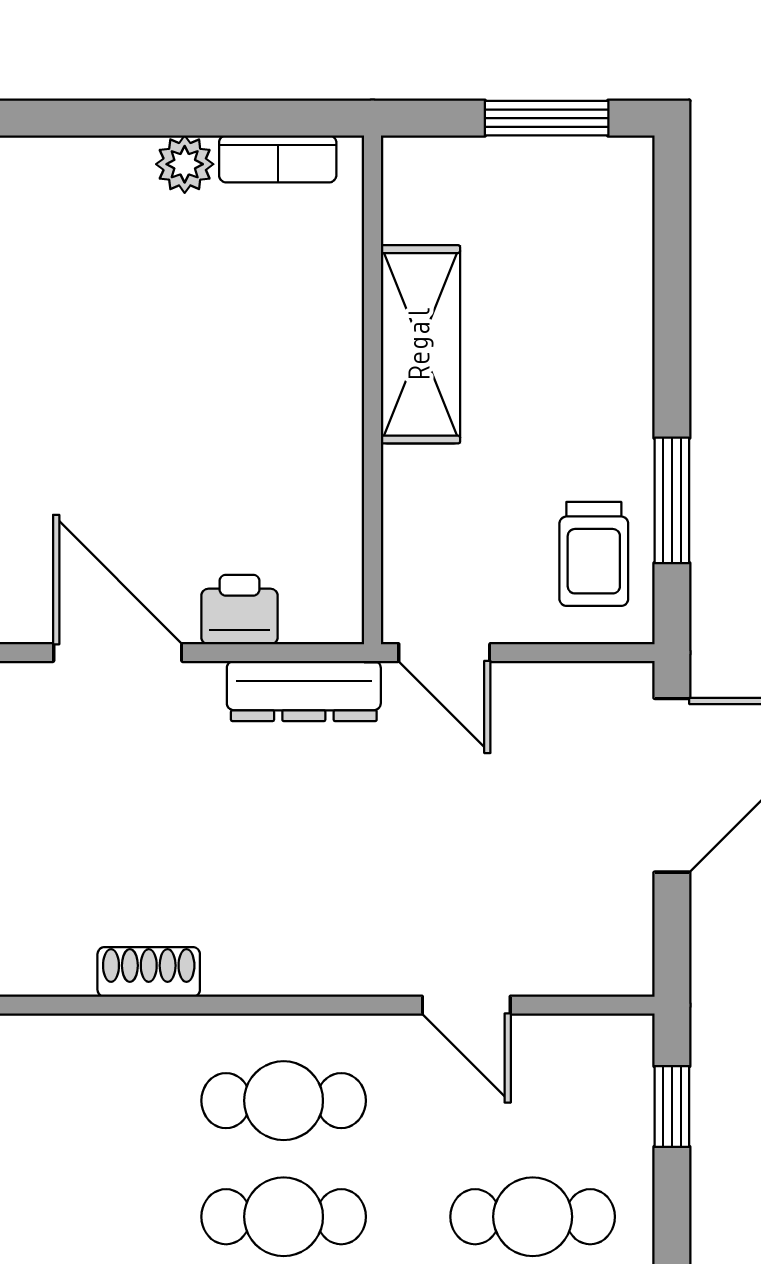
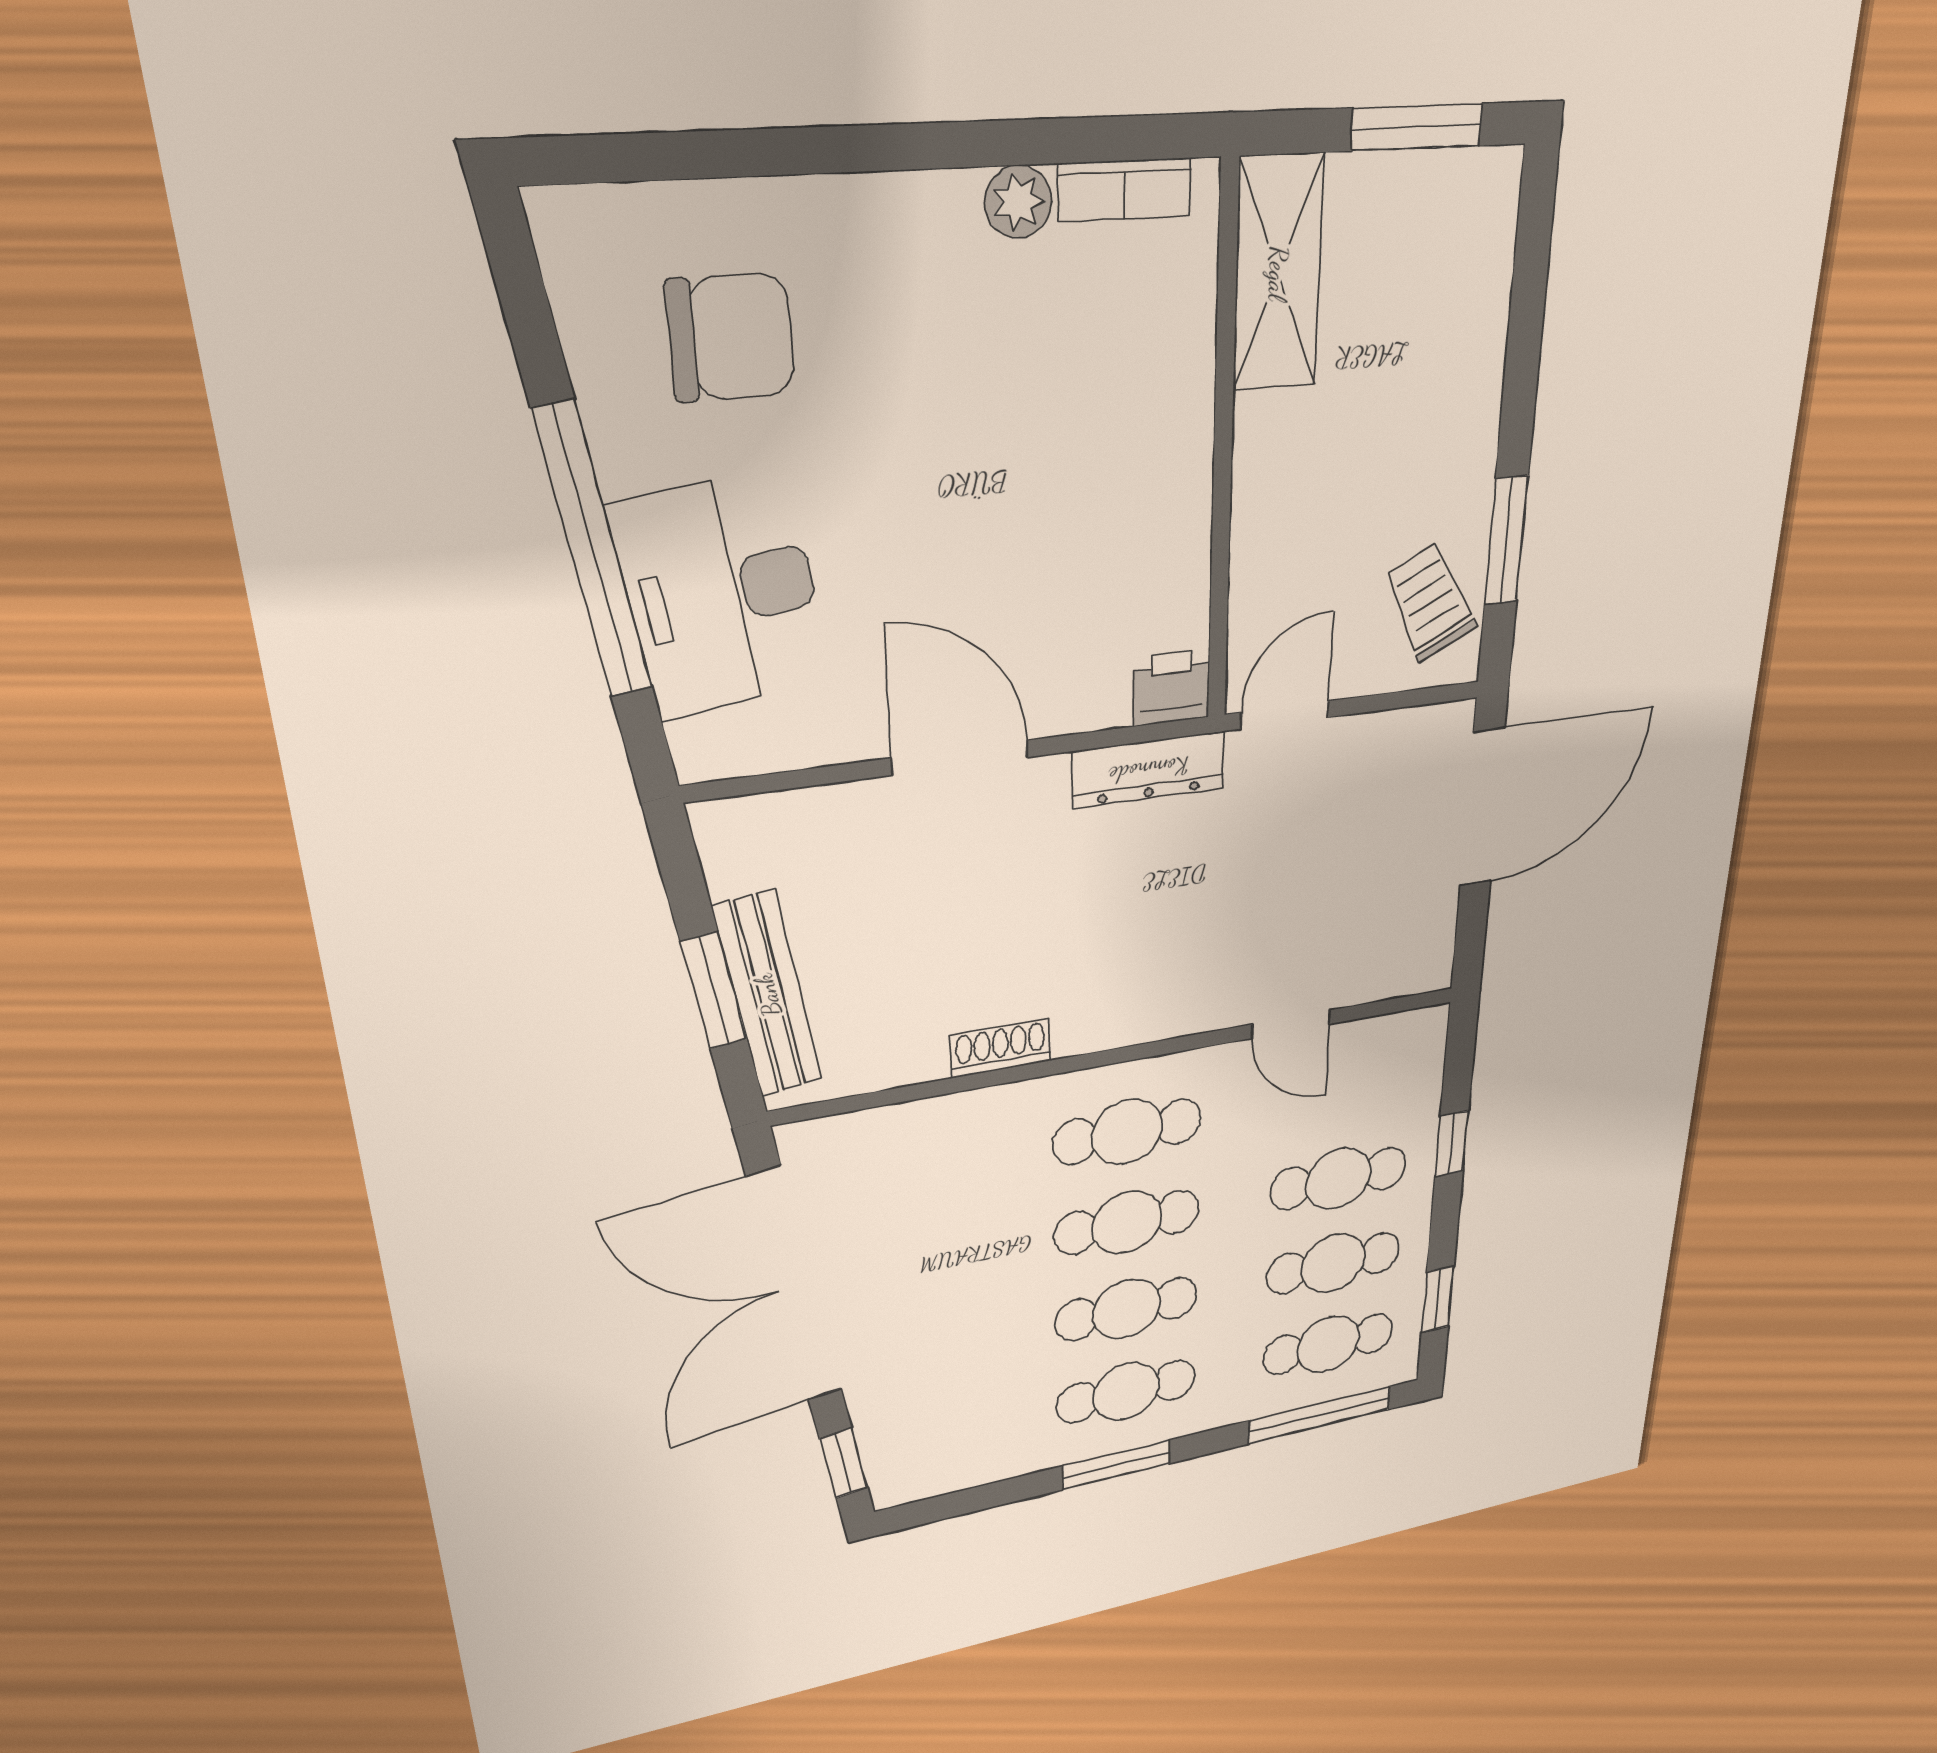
shelving: (420, 344) -> (1278, 273), moved
trolley: (594, 554) -> (1430, 602), turned 153
printer: (240, 610) -> (1171, 688), moved
door: (444, 653) -> (1285, 715), swing flipped
window: (672, 1107) -> (1452, 1144), moved

